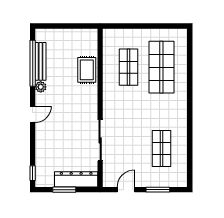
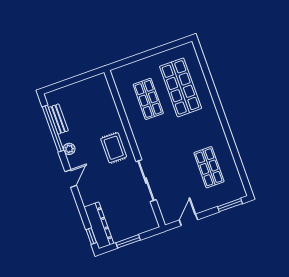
bench: (41, 61) -> (58, 119), width x0.73
rug: (87, 70) -> (114, 148), moved
dresser: (76, 179) -> (99, 225), moved, turned 90
window: (158, 190) -> (230, 205), moved

